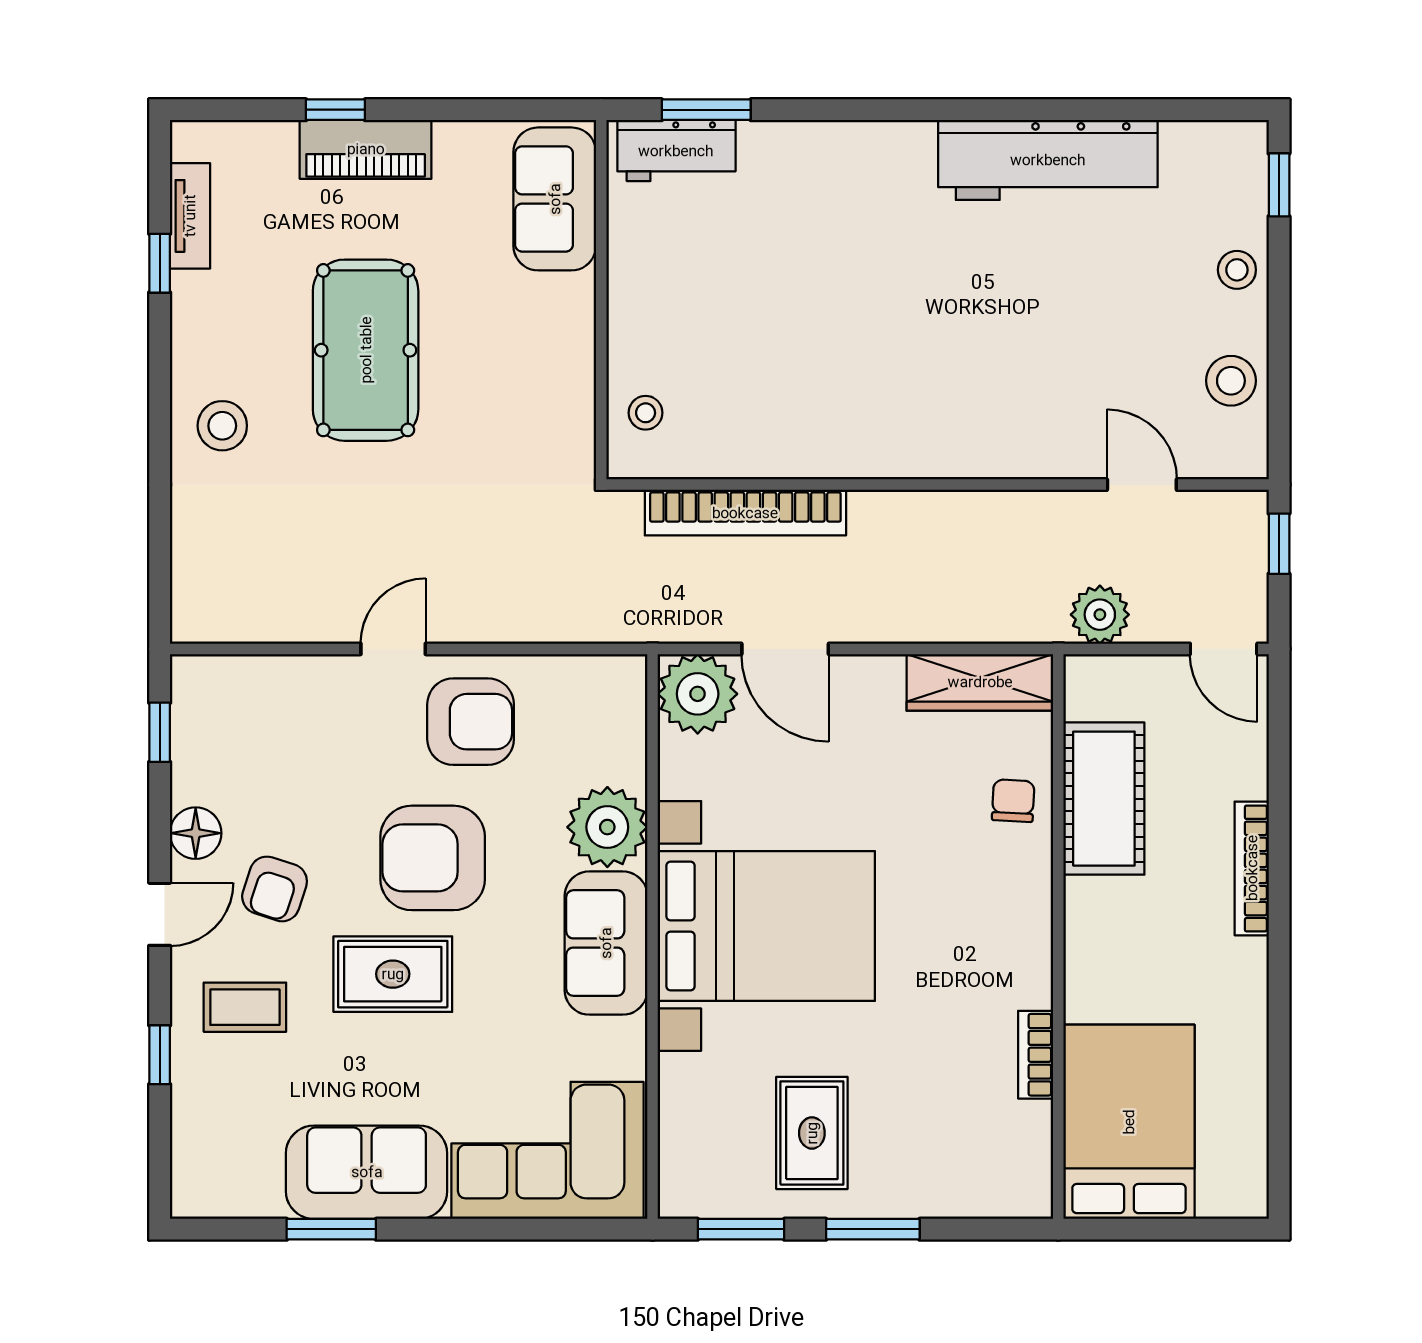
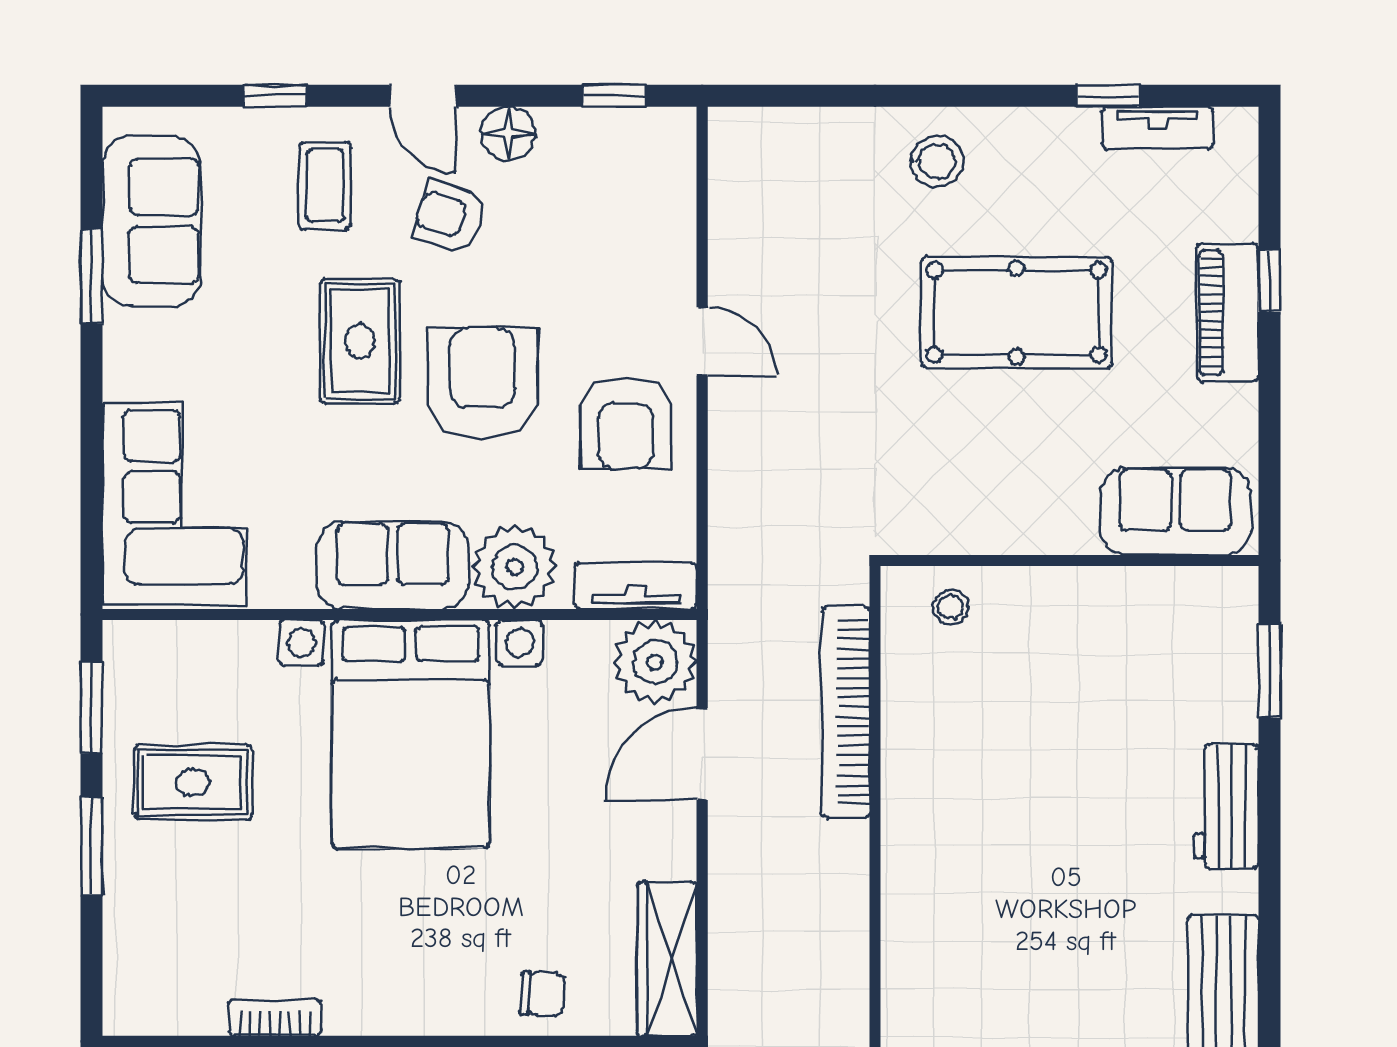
workbench: (676, 151) -> (1227, 806), moved
tv unit: (625, 712) -> (636, 586), added
sofa: (367, 1172) -> (151, 221), moved

